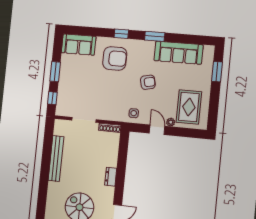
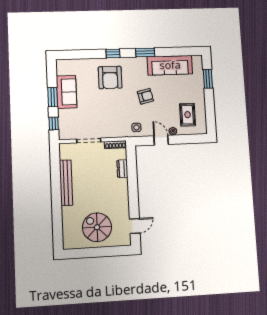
sofa: (79, 45) -> (66, 92), moved, turned -90
armchair: (115, 58) -> (110, 77), turned 90
rug: (189, 107) -> (188, 115), width x0.73, depth x0.70
dresser: (111, 177) -> (122, 169), moved

